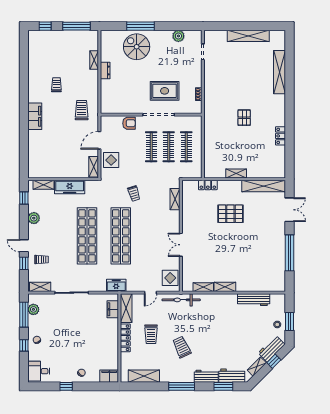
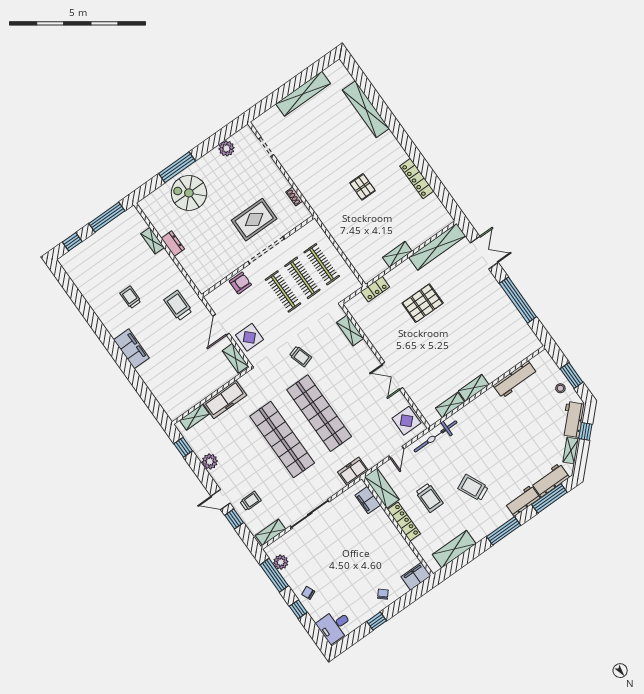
locker: (281, 136) -> (417, 179), width x1.53
window: (223, 386) -> (549, 498), width x1.44

